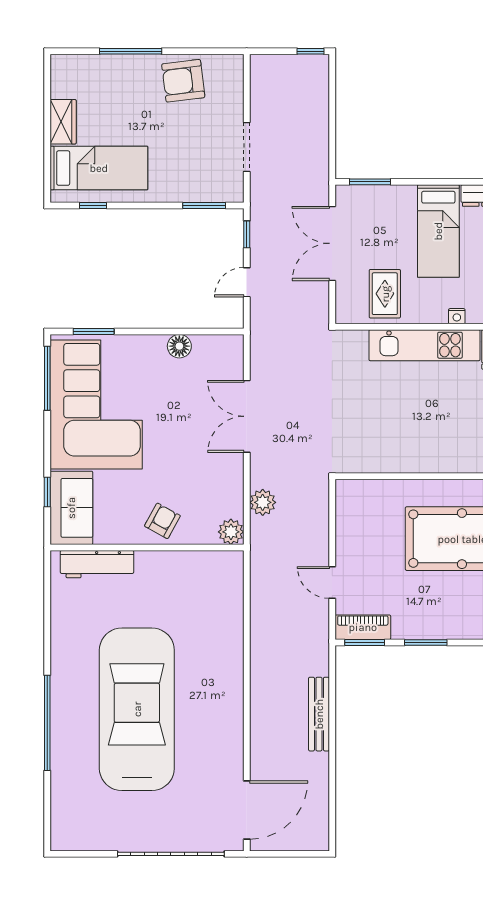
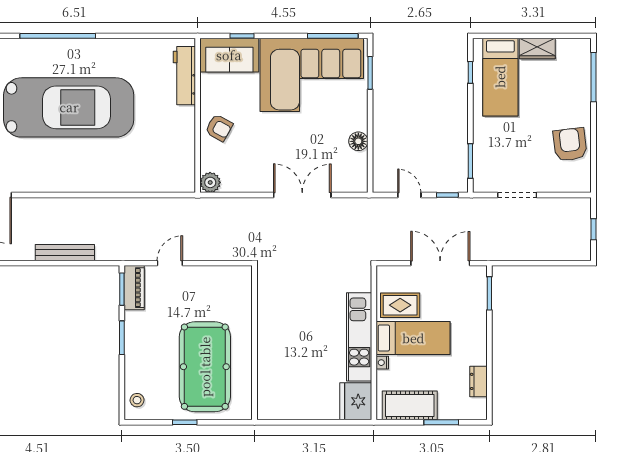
window: (131, 51) -> (594, 77), moved
window: (310, 51) -> (594, 229), moved
bed: (438, 231) -> (413, 338), moved, turned 180
plant: (263, 502) -> (234, 208), removed

